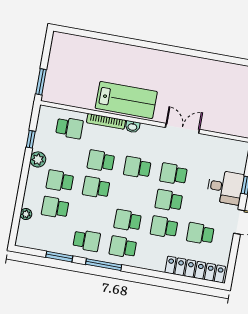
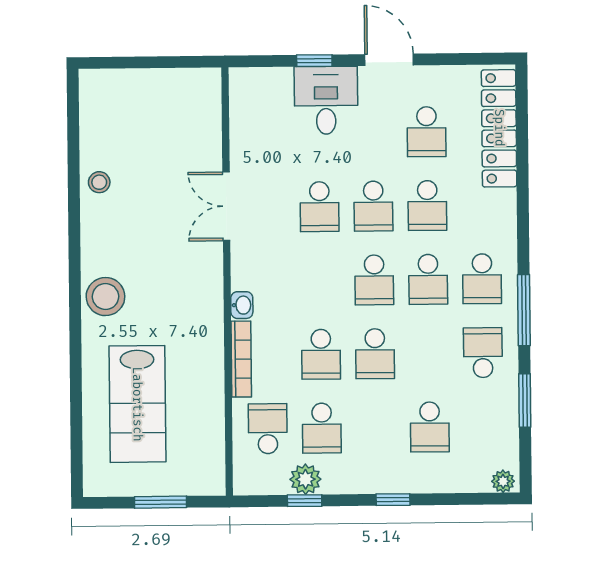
stool: (149, 61) -> (105, 297), added
stool: (206, 68) -> (99, 182), added
window: (41, 82) -> (161, 502), moved
lab bench: (126, 100) -> (137, 404), moved, turned 180
plant: (38, 159) -> (305, 479), moved
school desk: (137, 167) -> (374, 280), moved
school desk: (60, 181) -> (322, 428), moved
window: (23, 183) -> (393, 500), added
plant: (26, 214) -> (503, 481), moved

